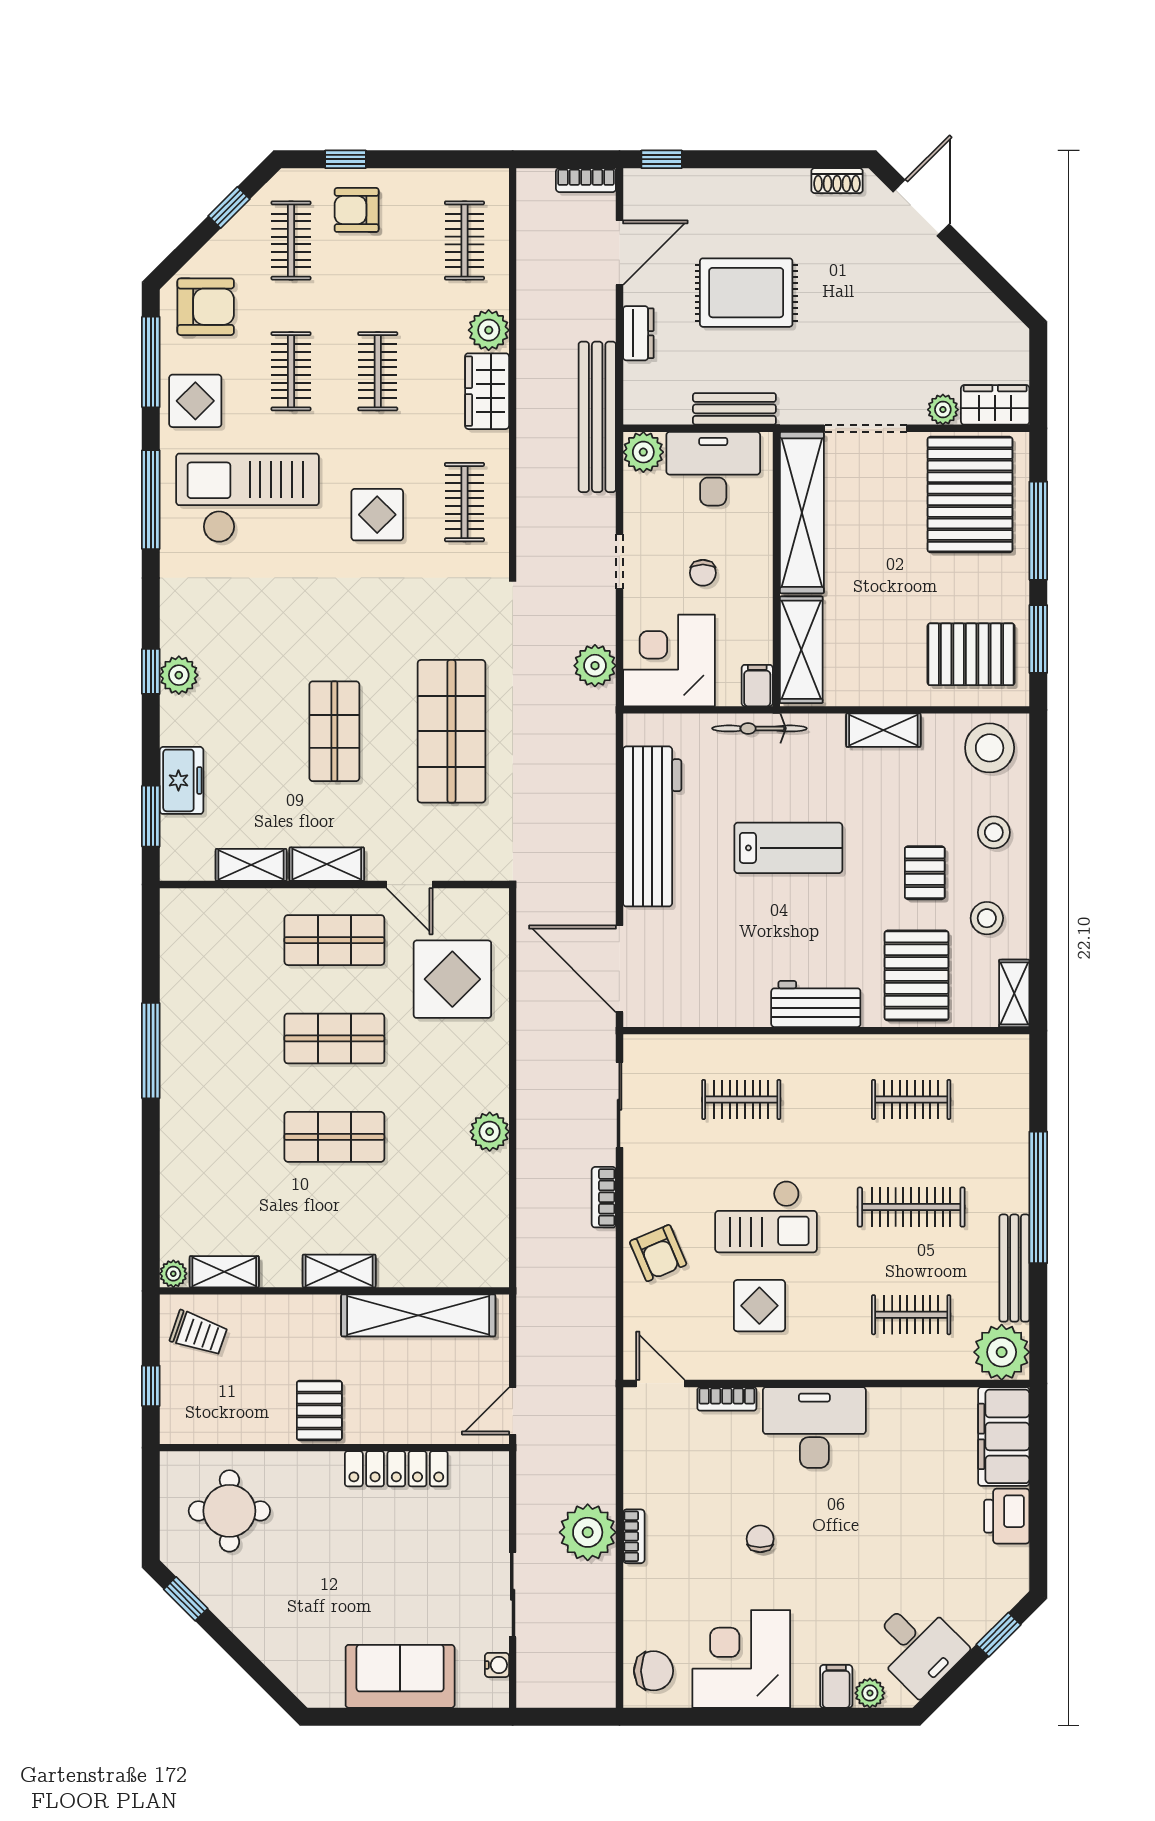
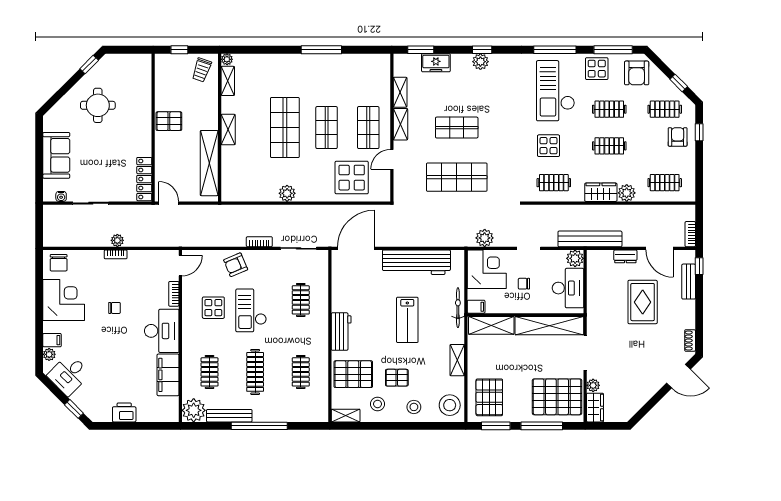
bench: (734, 409) -> (689, 282), moved
checkout: (248, 498) -> (556, 91), turned 180
shop shelf: (334, 1137) -> (285, 128), width x1.43, depth x1.36
filing cabinet: (1004, 1436) -> (168, 375), moved, turned -90
locker: (396, 1469) -> (144, 179), moved
round table: (229, 1511) -> (98, 105), moved
plant: (588, 1532) -> (117, 240), width x0.53, depth x0.53

